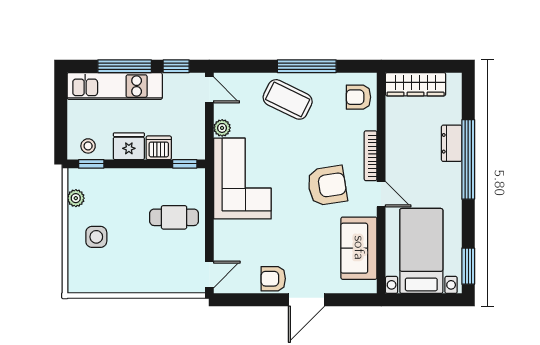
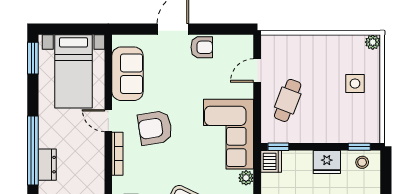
dishwasher: (159, 148) -> (271, 161), moved, turned -90
plant: (76, 198) -> (373, 42), moved
cafe table: (174, 217) -> (288, 100), turned -69
door: (209, 274) -> (257, 70), moved

